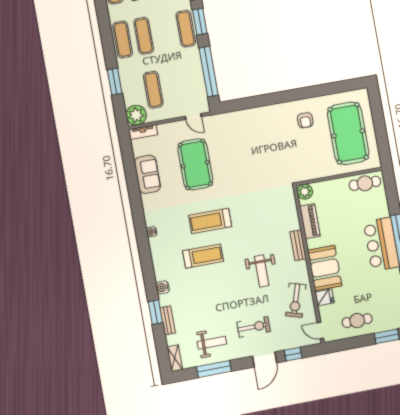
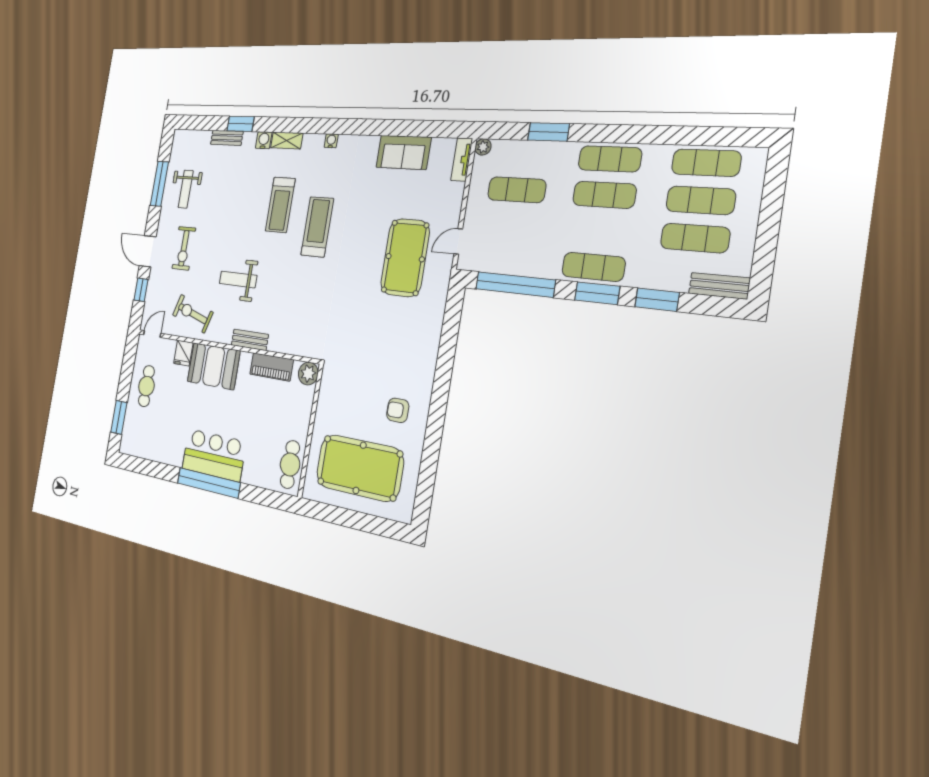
plant: (136, 115) -> (483, 147), width x0.53, depth x0.53
pool table: (195, 164) -> (405, 258), moved, turned 90
shelving: (175, 358) -> (287, 141), moved

